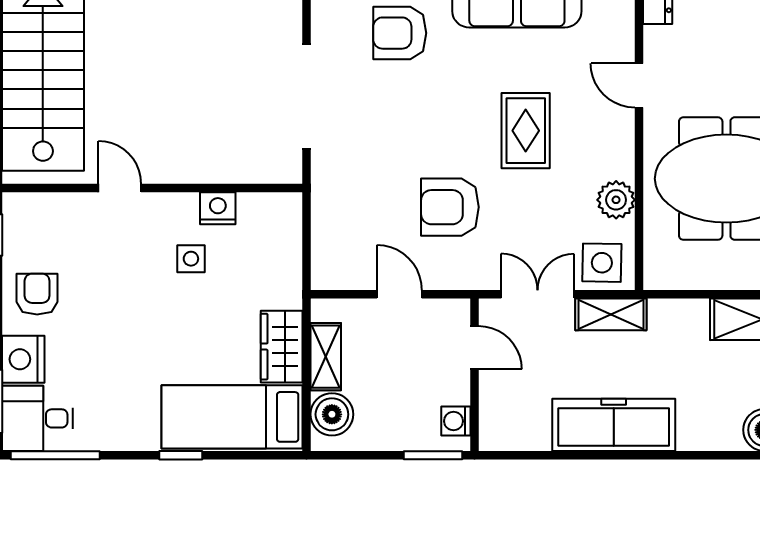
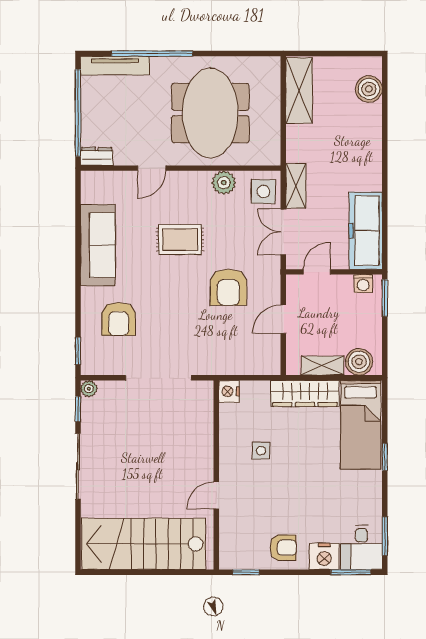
nightstand: (218, 208) -> (229, 391), moved
armchair: (37, 294) -> (283, 548), turned 180
wardrobe: (282, 347) -> (305, 393), width x1.50
freezer: (614, 425) -> (366, 231), moved
window: (55, 455) -> (385, 536), width x0.69

